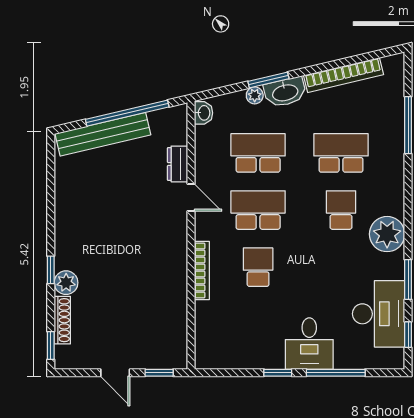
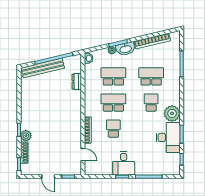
door: (191, 198) -> (83, 155), moved
desk: (379, 314) -> (168, 137), moved
desk: (309, 344) -> (124, 163), moved

